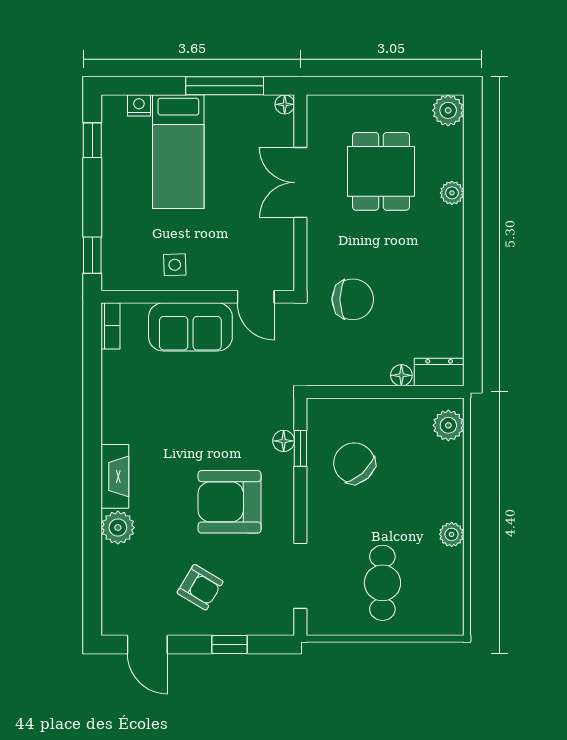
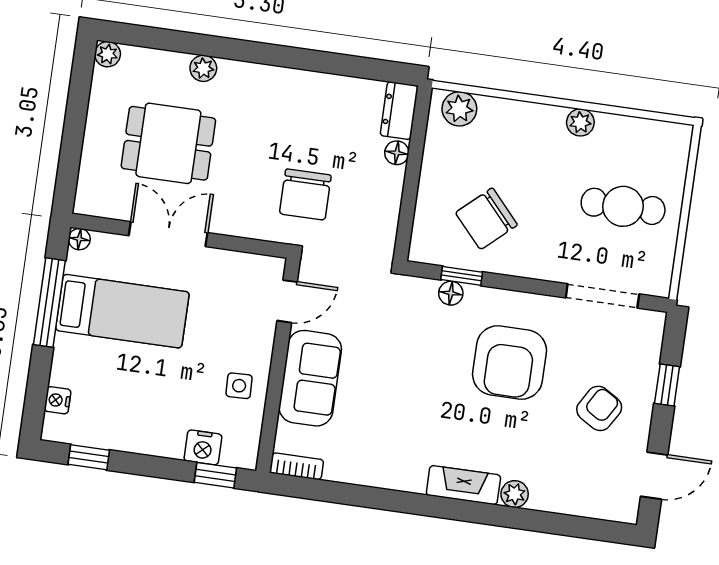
plant: (448, 110) -> (108, 54), width x0.73, depth x0.73
bed: (178, 152) -> (122, 311), moved
double door: (300, 183) -> (168, 234), swing flipped
nightstand: (115, 240) -> (203, 447), added
chair: (353, 299) -> (305, 195), turned 180
plant: (118, 528) -> (515, 494), width x0.73, depth x0.73

